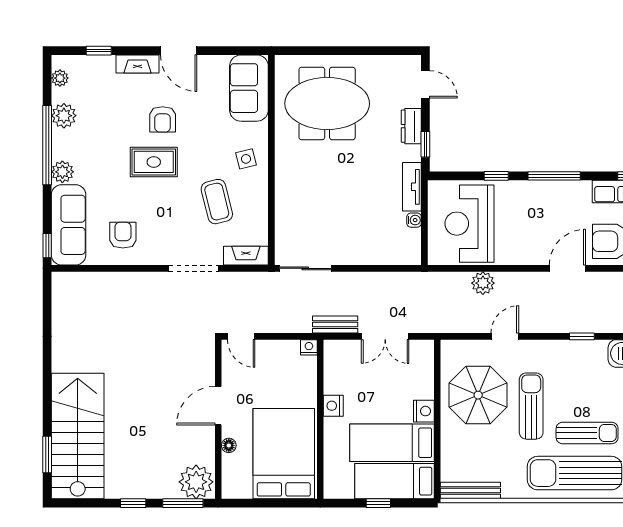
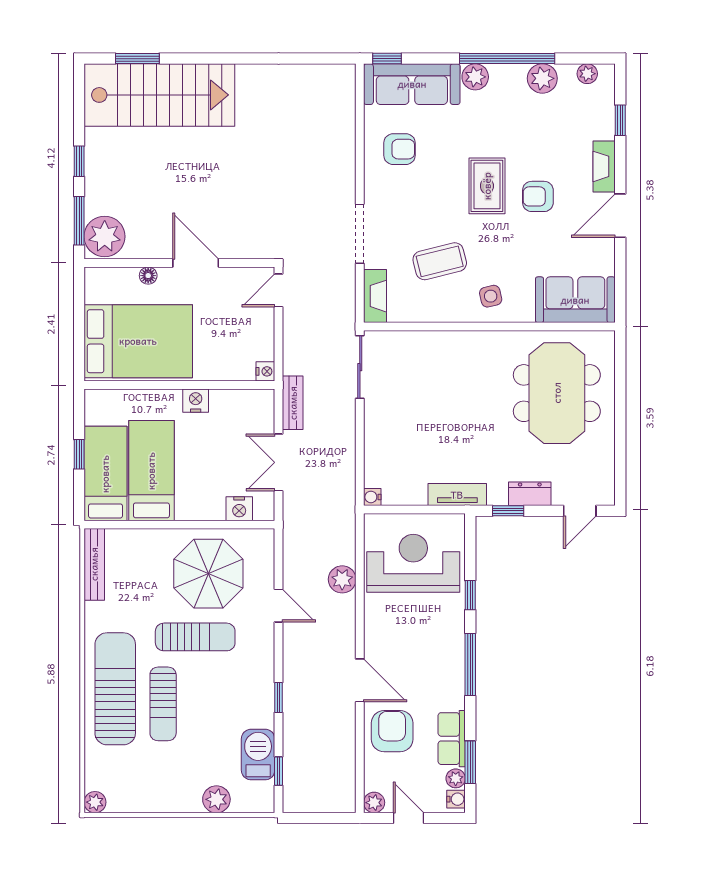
water cooler: (414, 220) -> (372, 497), moved, turned 90
nightstand: (424, 411) -> (239, 509), moved

